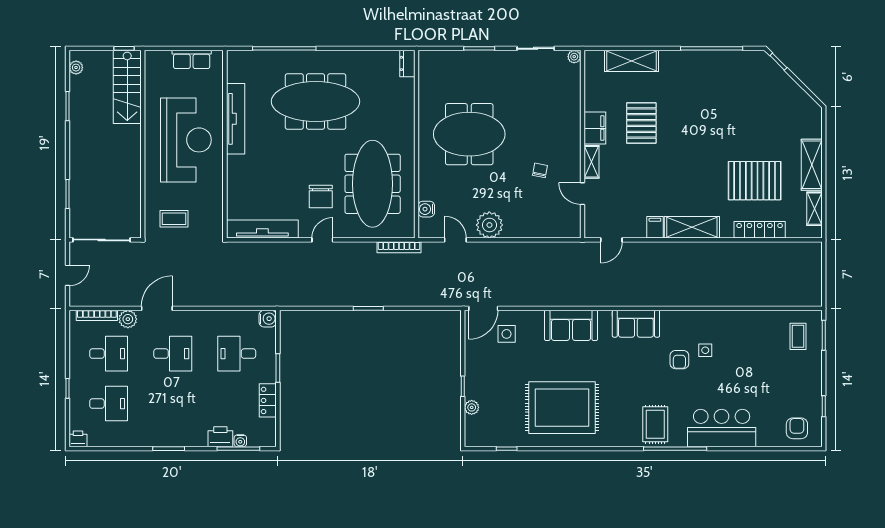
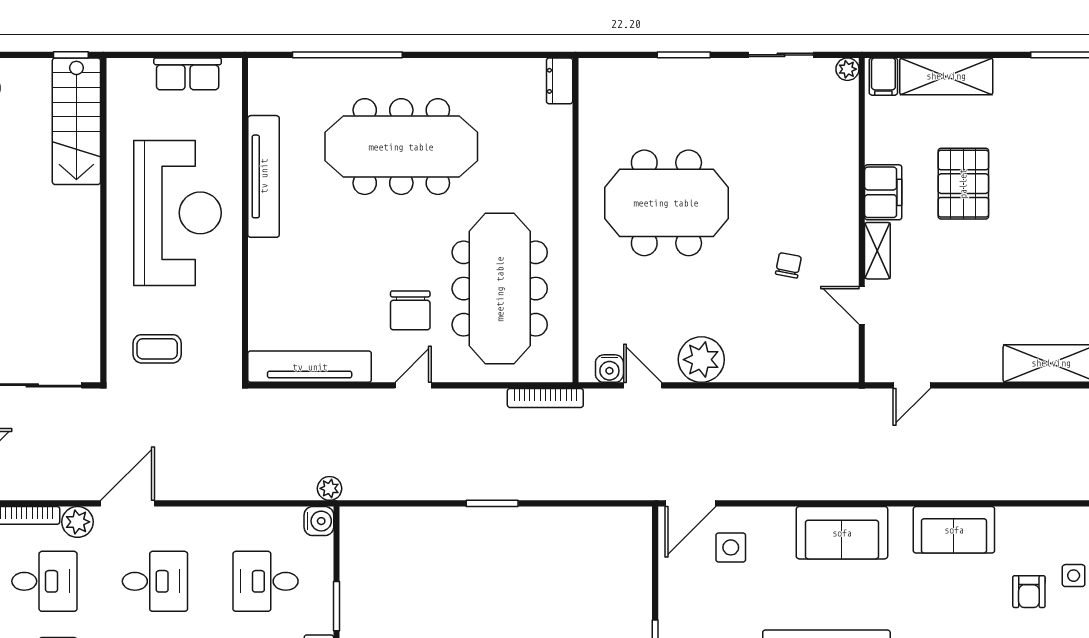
water cooler: (426, 209) -> (609, 369), moved, turned -90
filing cabinet: (655, 227) -> (883, 77), moved, turned 180
plant: (274, 300) -> (330, 488), added

